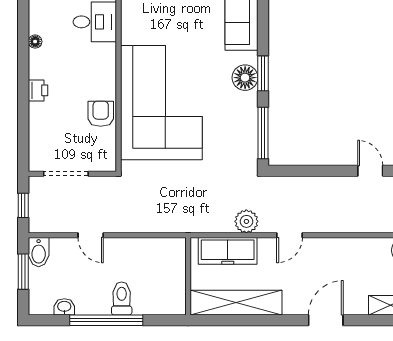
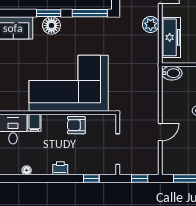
filing cabinet: (104, 53) -> (34, 123), added
window: (23, 135) -> (91, 178), added
bidet: (39, 252) -> (172, 73), moved

